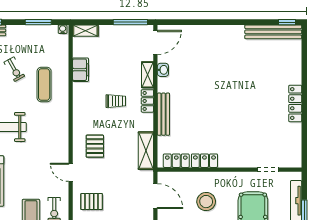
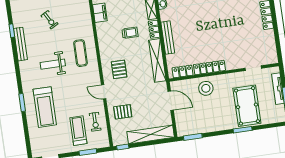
exercise mat: (44, 84) -> (81, 53), moved
shelving: (146, 151) -> (157, 60), width x1.47
locker: (204, 161) -> (209, 68), width x1.53
stool: (206, 202) -> (206, 88), moved

